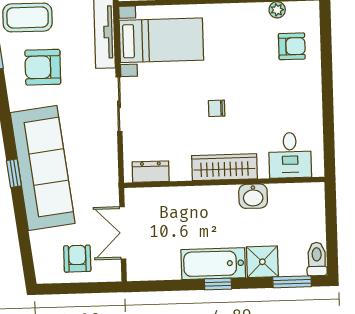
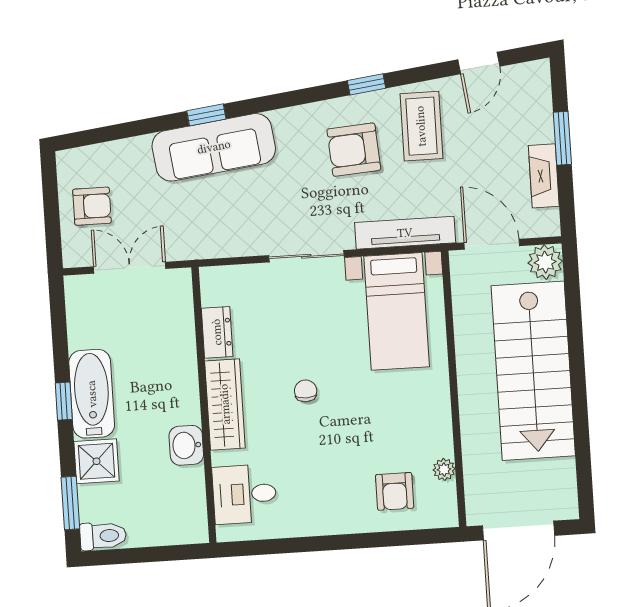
armchair: (43, 67) -> (354, 150), turned -94
sofa: (43, 168) -> (214, 147), width x0.74, depth x0.79
dresser: (151, 172) -> (217, 332), moved

